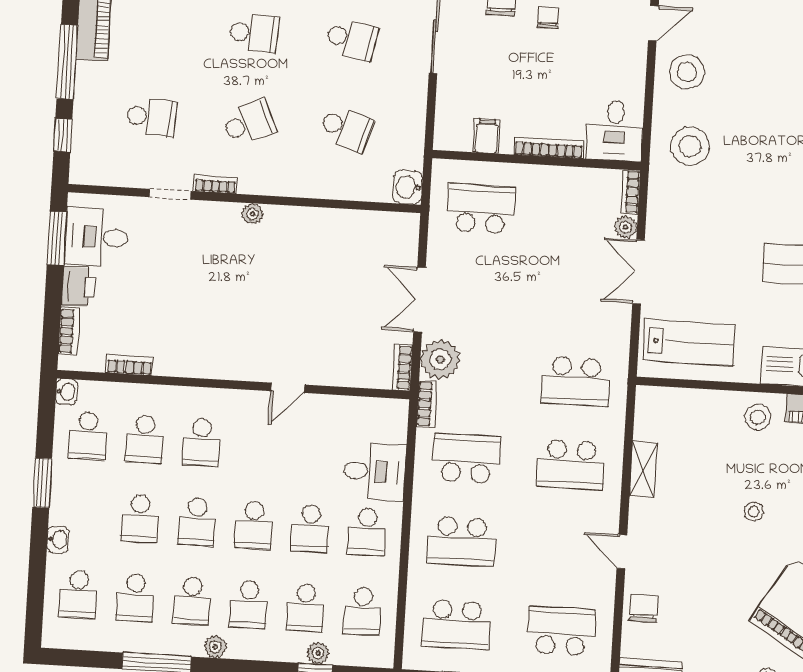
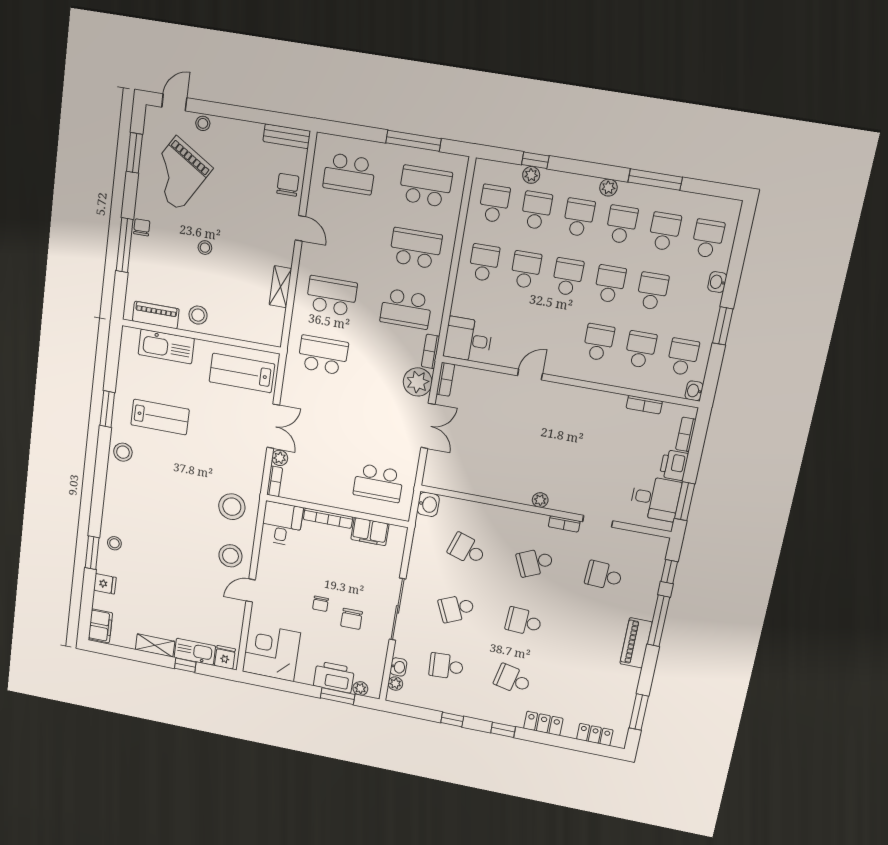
school desk: (352, 39) -> (456, 608), turned -36
filing cabinet: (487, 136) -> (370, 532), width x2.00
desk: (375, 472) -> (468, 340), moved
chair: (644, 608) -> (288, 185), turned 180

